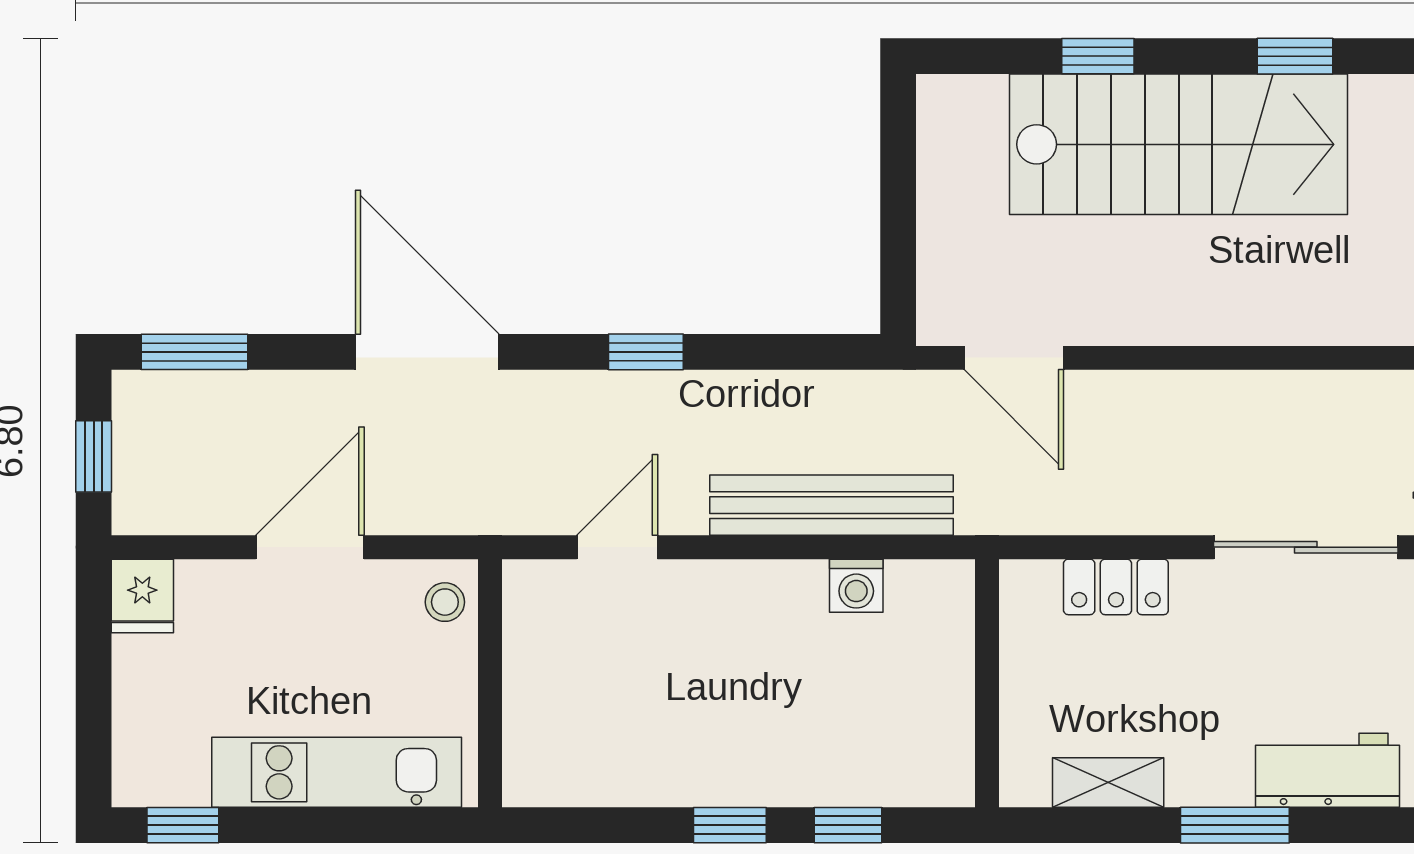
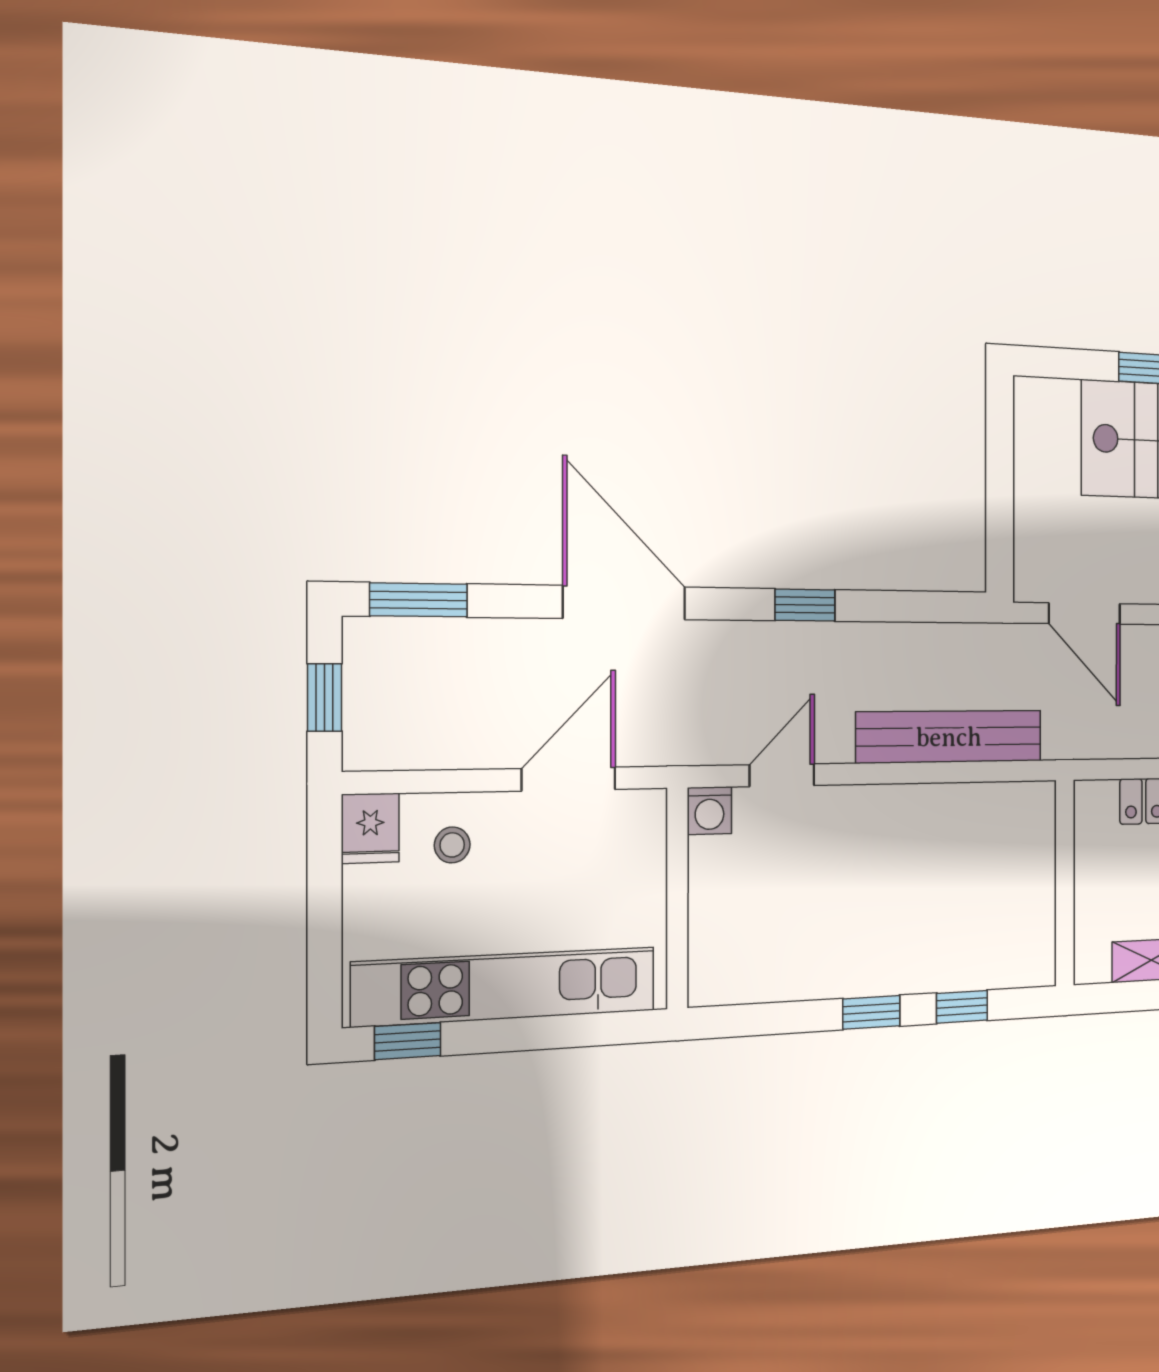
door: (310, 547) -> (569, 779), moved
washing machine: (856, 586) -> (709, 811), moved
stool: (445, 602) -> (452, 845), moved
kitchen unit: (337, 772) -> (506, 987), width x1.36

